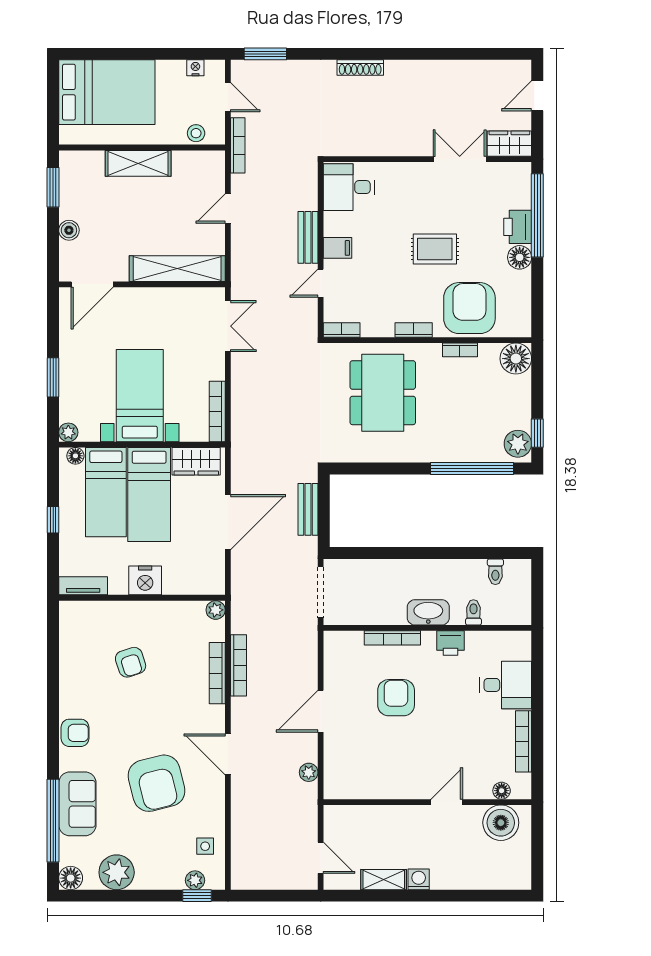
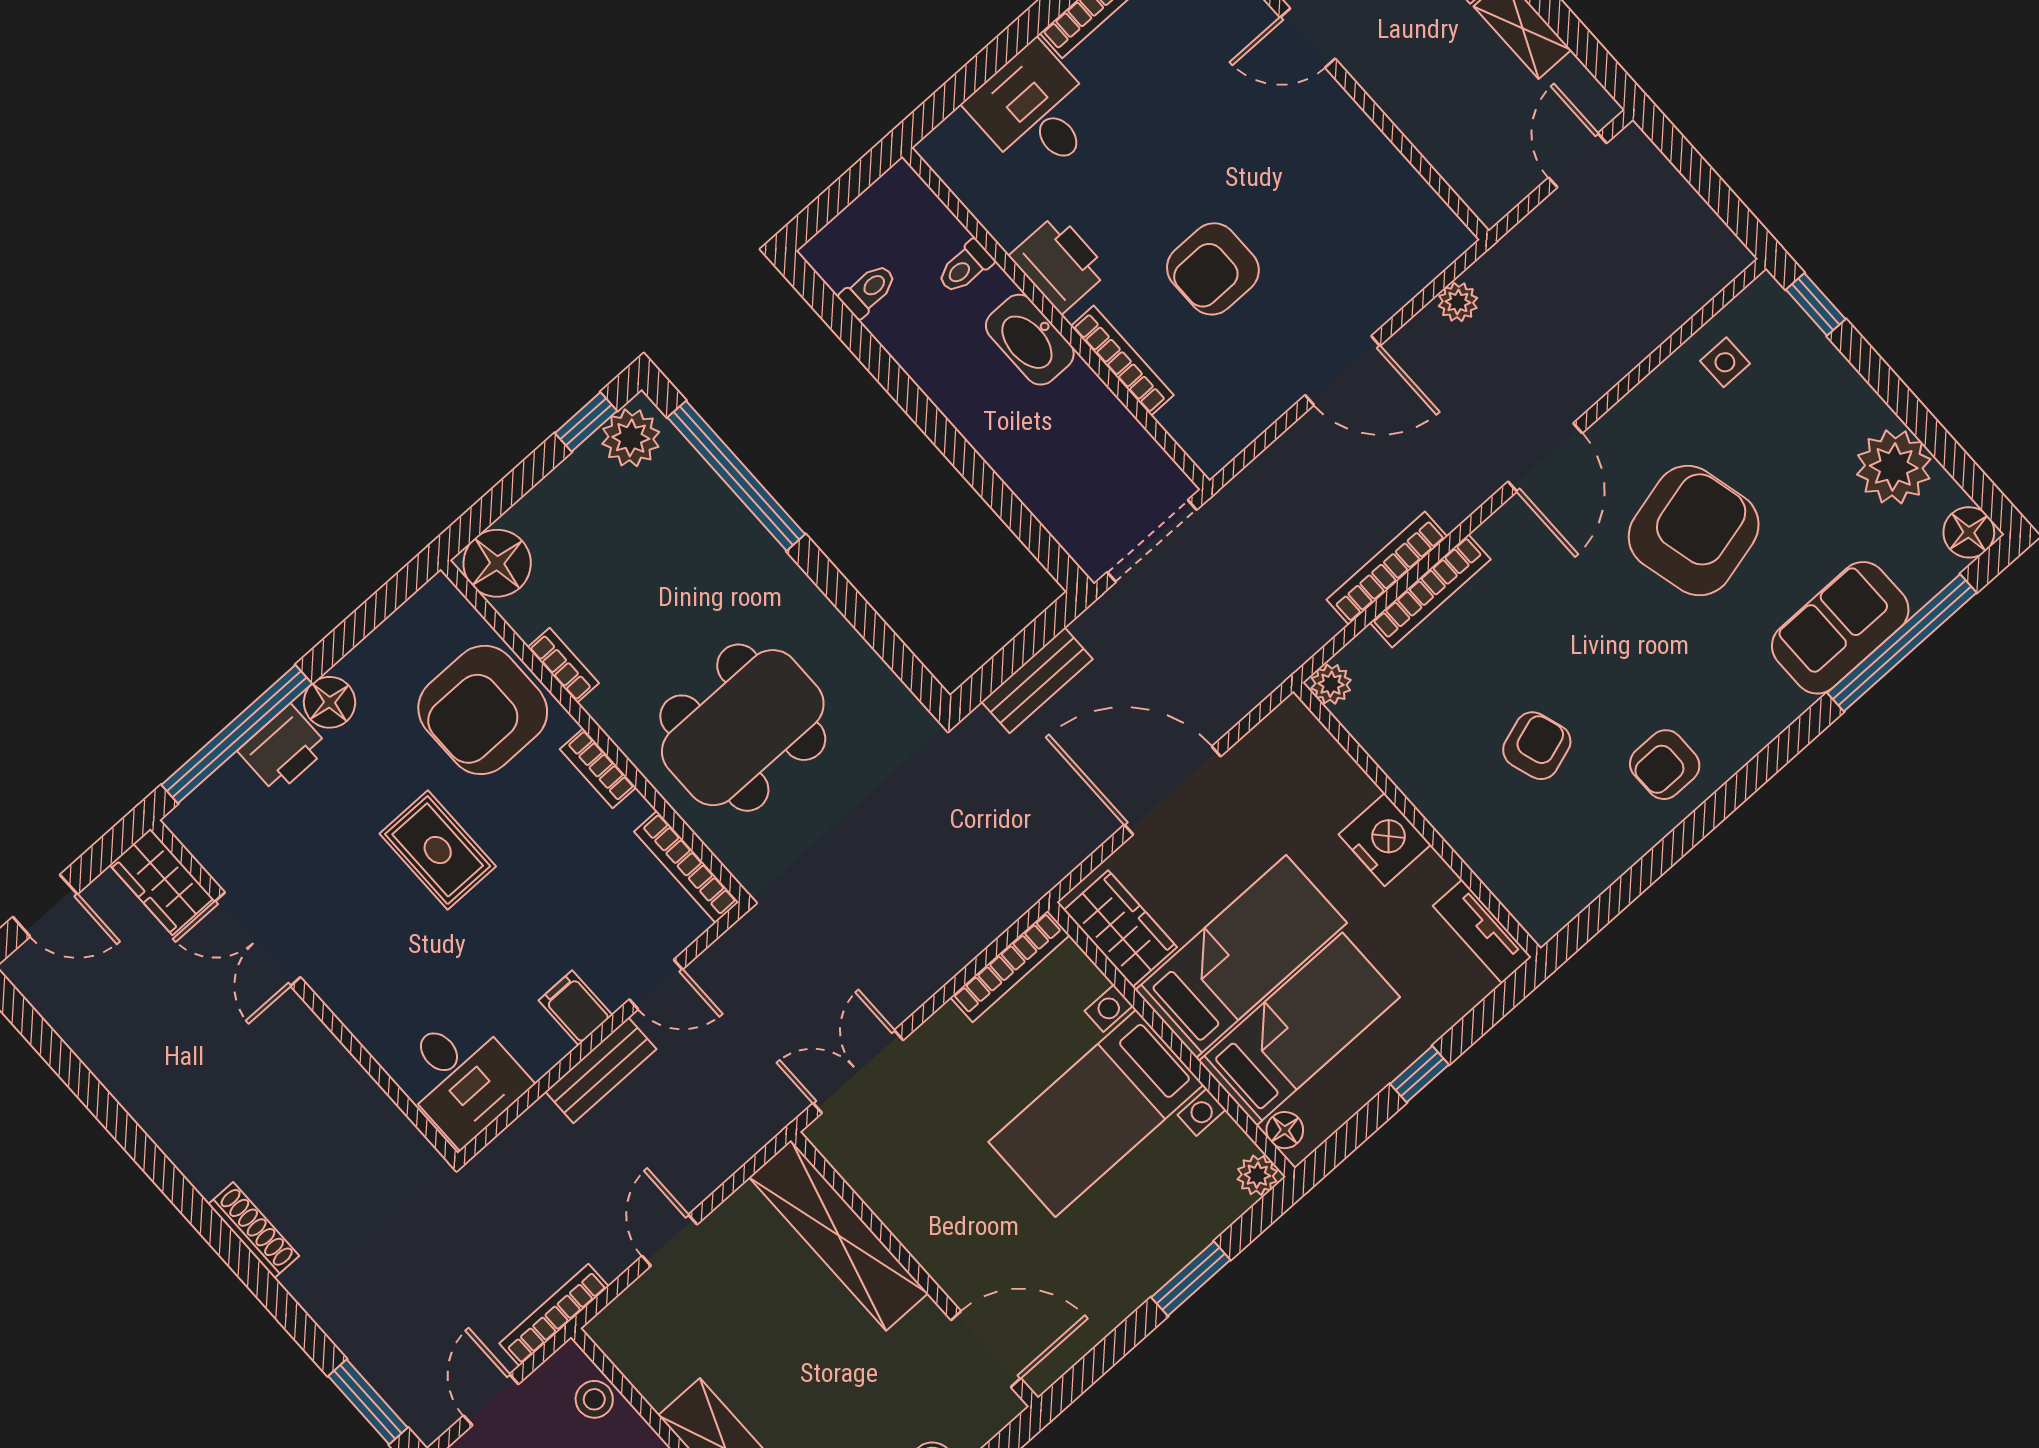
door: (228, 209) -> (670, 1240), swing flipped
bookcase: (342, 330) -> (686, 867), width x1.56
printer: (450, 643) -> (1059, 264), width x1.36, depth x1.24
armchair: (75, 733) -> (1665, 765), moved, turned -90
plant: (195, 880) -> (1794, 330), removed

